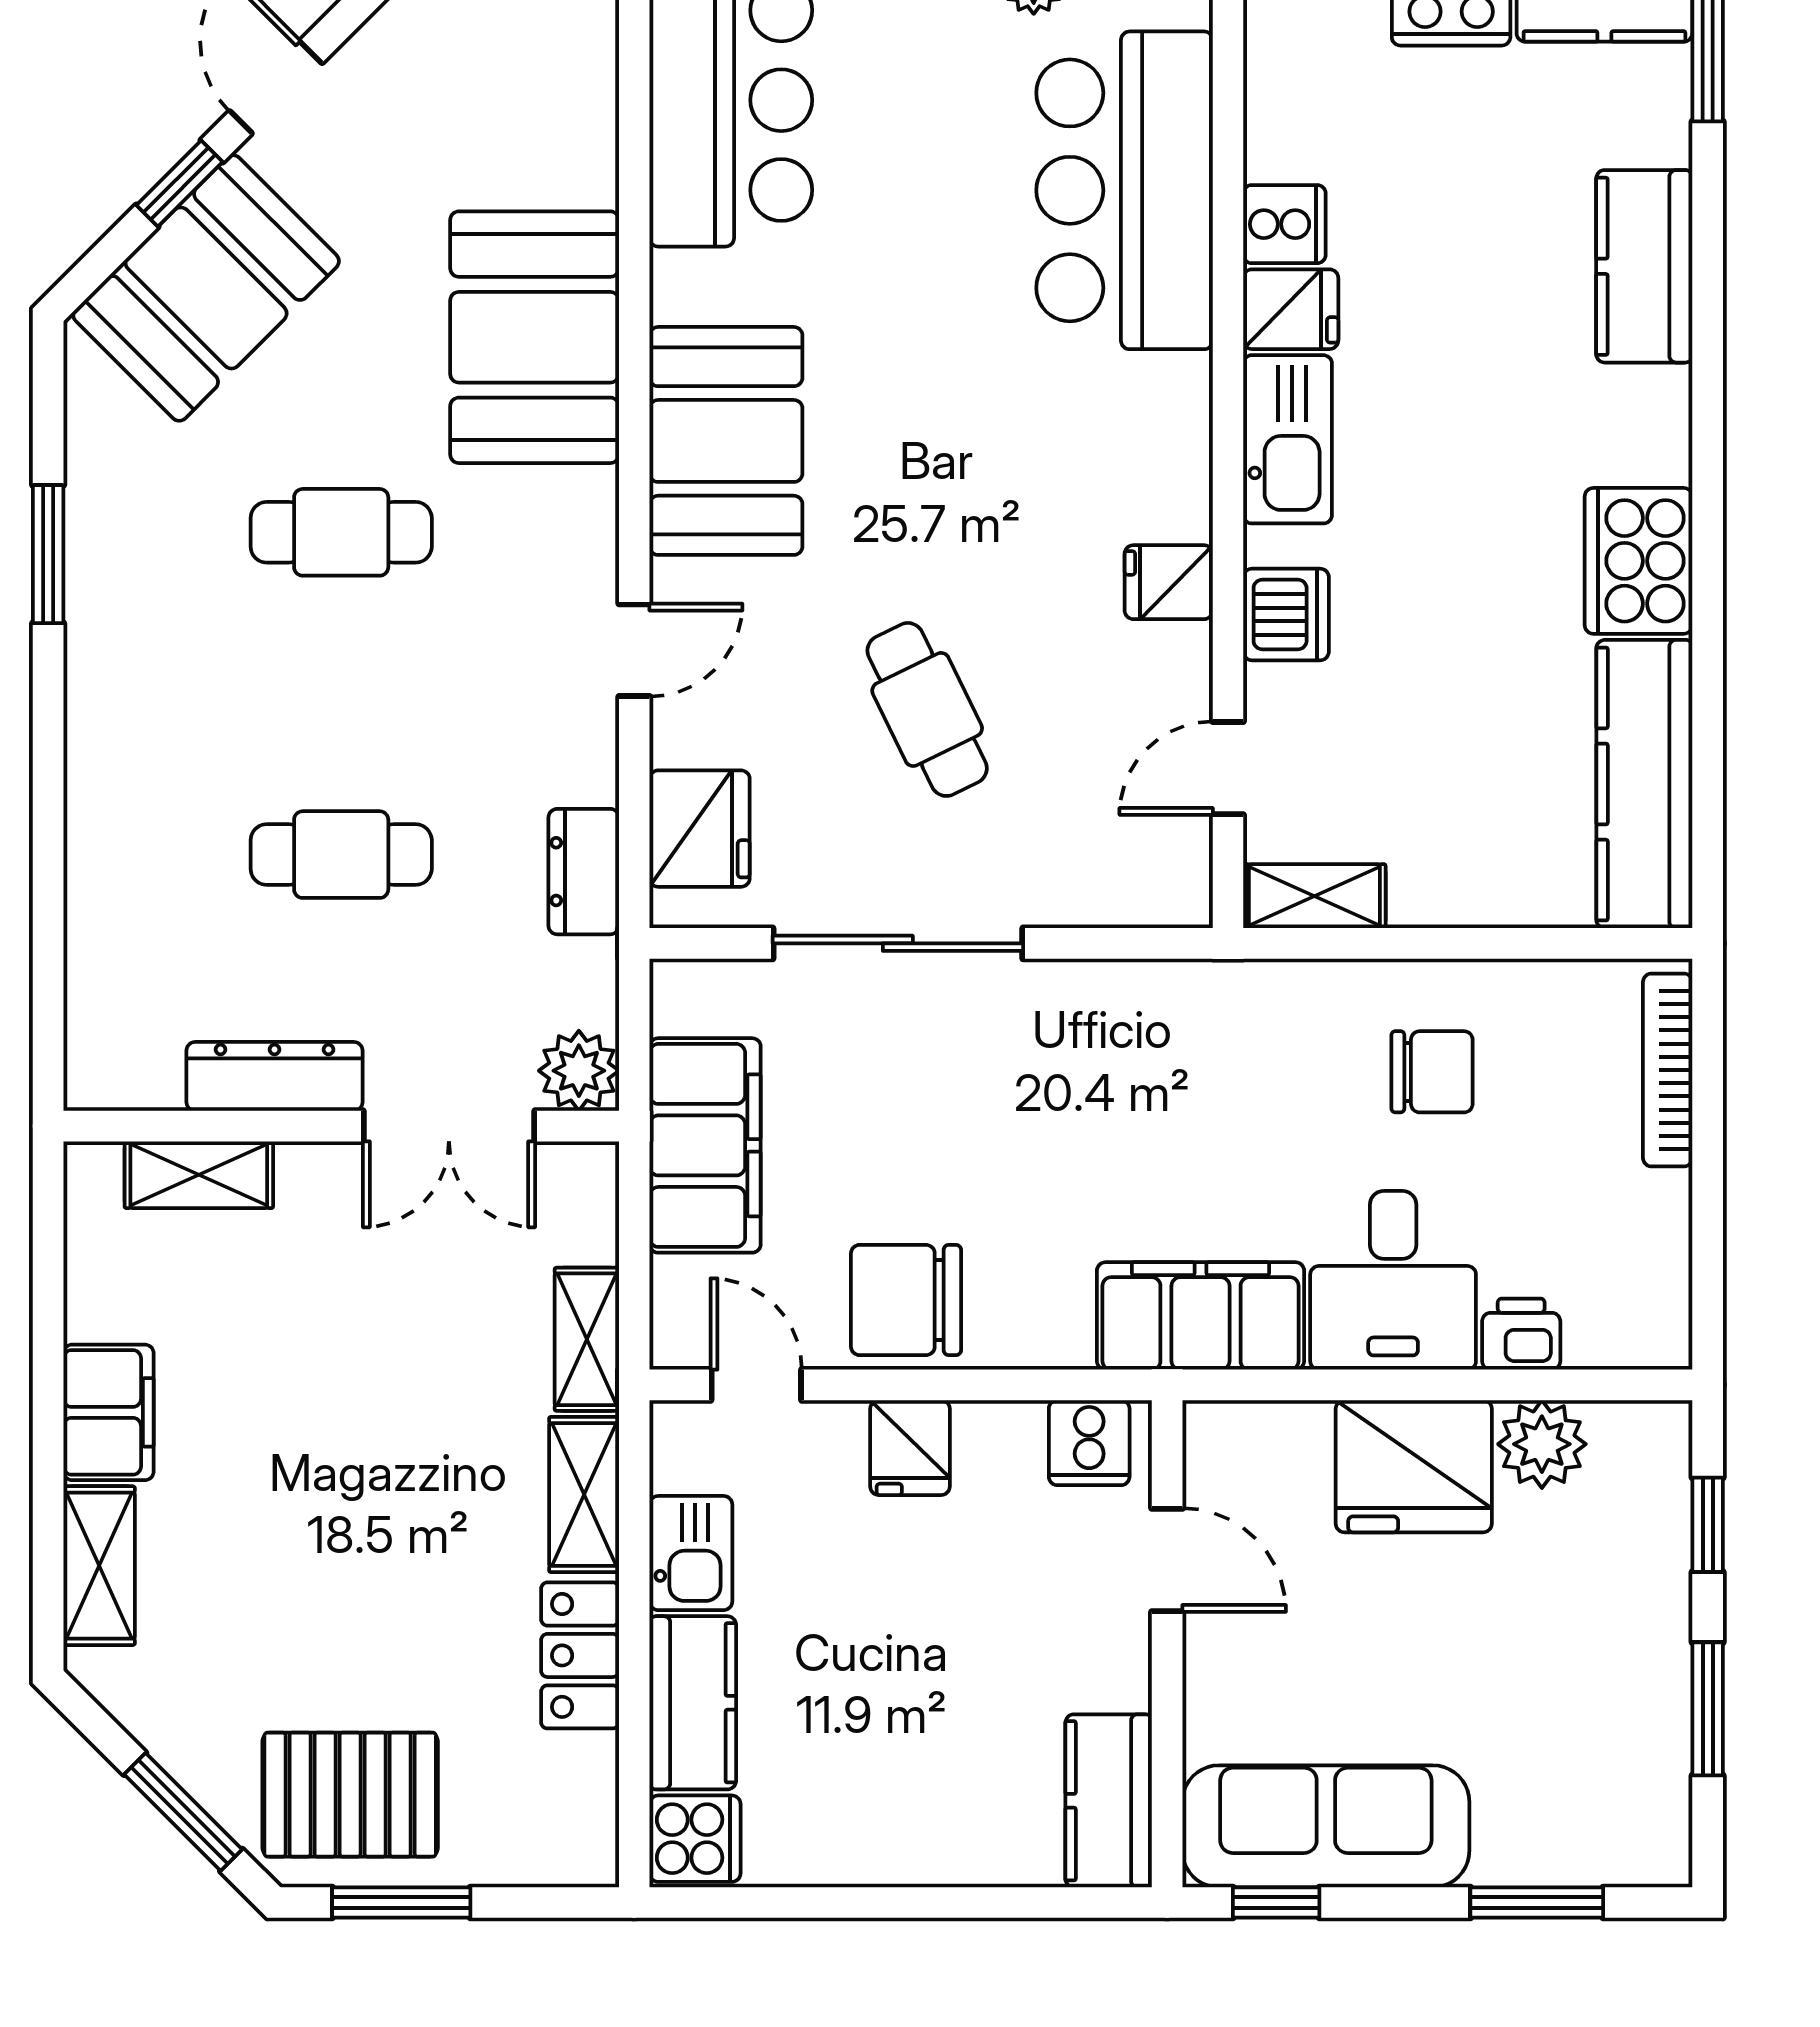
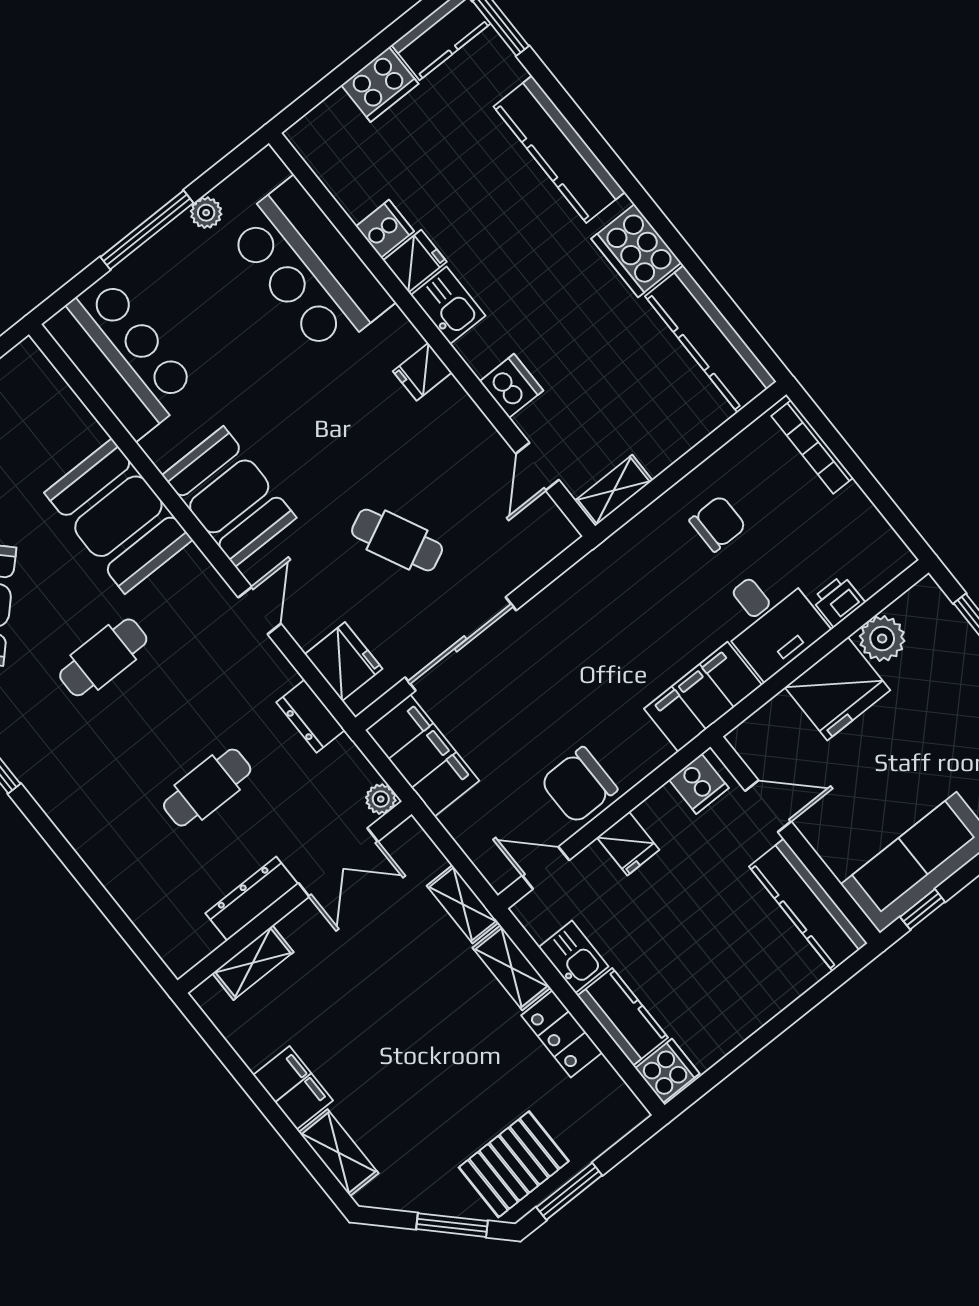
kitchen counter: (1644, 266) -> (559, 149), width x1.50
kitchen sink: (1288, 439) -> (448, 305), width x0.73
fridge: (1169, 582) -> (422, 372), moved
plant: (579, 1071) -> (381, 799), width x0.73, depth x0.73
filing cabinet: (705, 1145) -> (422, 756), moved
kitchen counter: (1109, 1801) -> (808, 905), width x1.50

